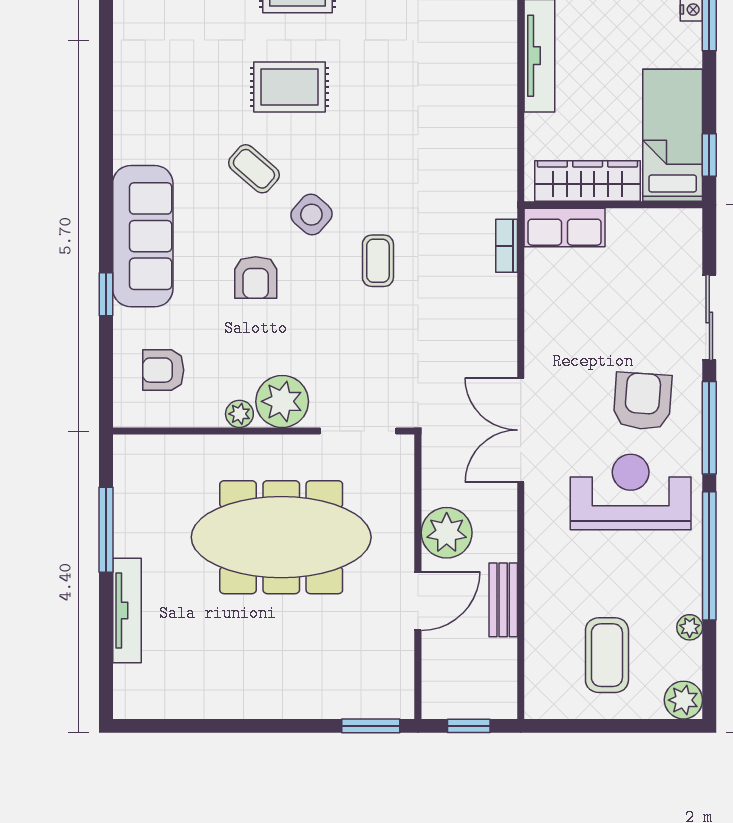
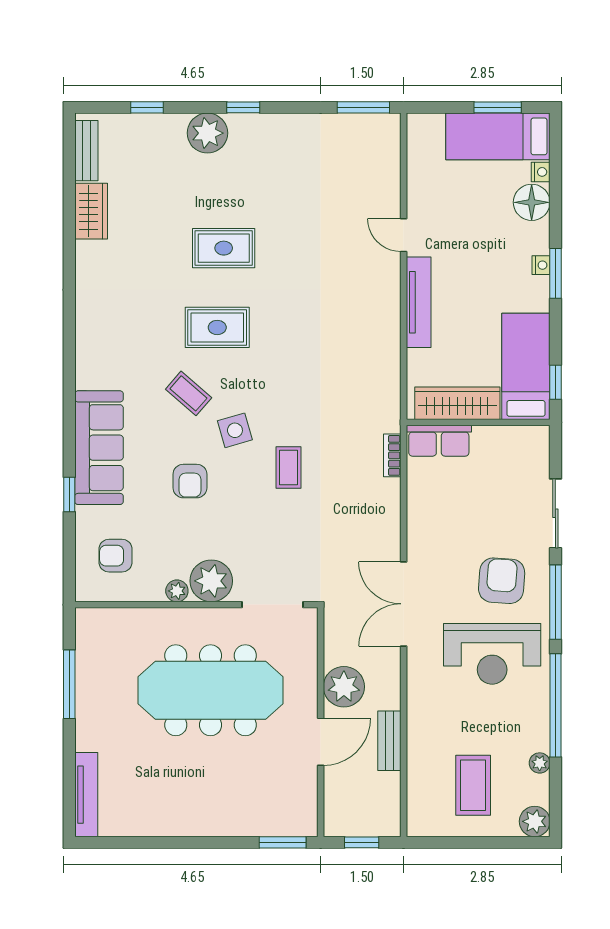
side table: (311, 215) -> (235, 430), turned 33
reception desk: (631, 492) -> (492, 654), turned 180
tv unit: (127, 610) -> (86, 795), moved

